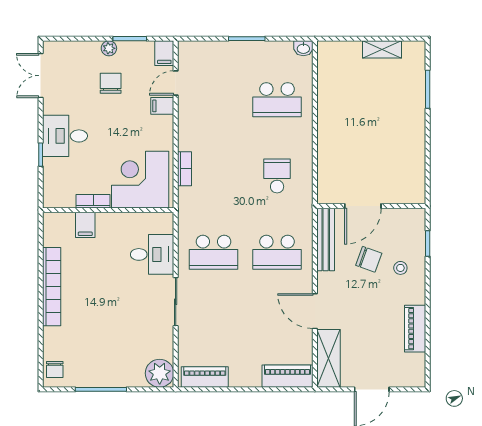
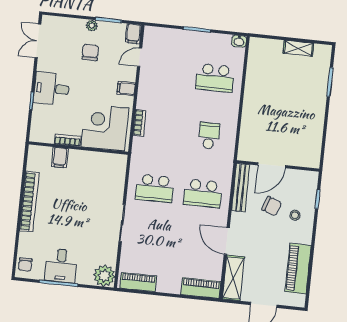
filing cabinet: (162, 106) -> (126, 89), moved
desk: (152, 254) -> (61, 265), moved, turned 90
piano: (415, 329) -> (298, 269), width x1.37, depth x1.33

